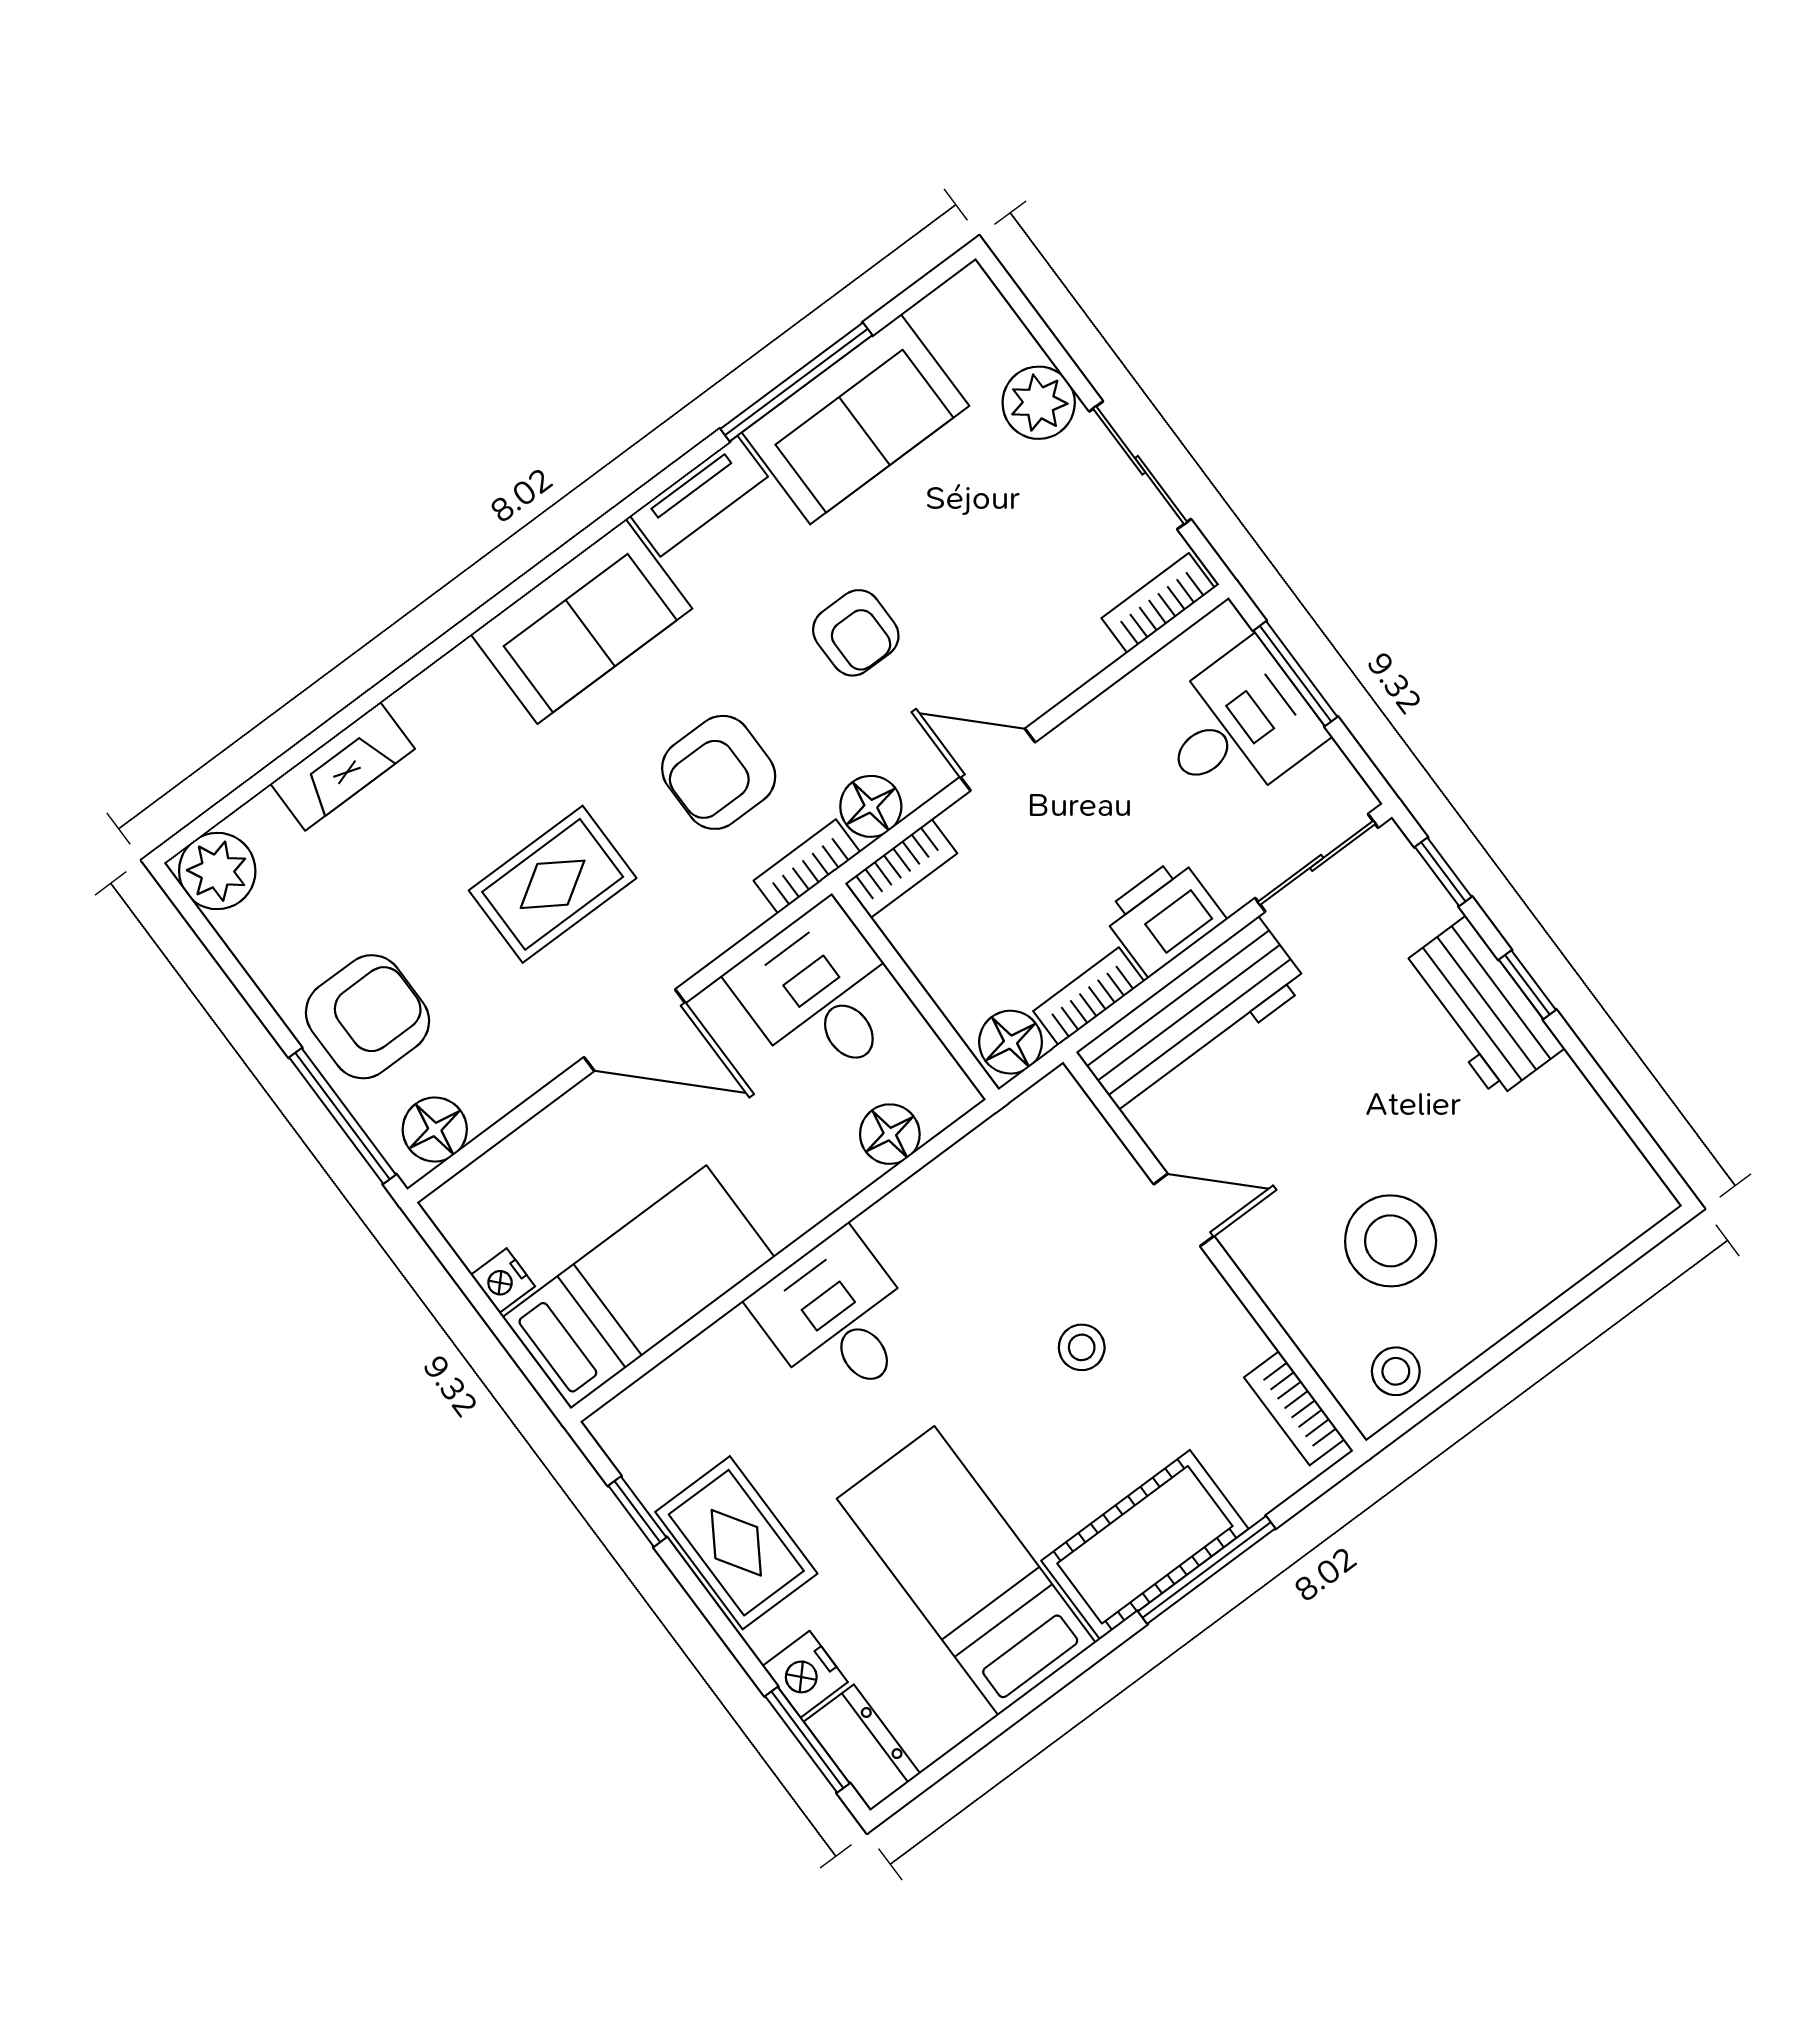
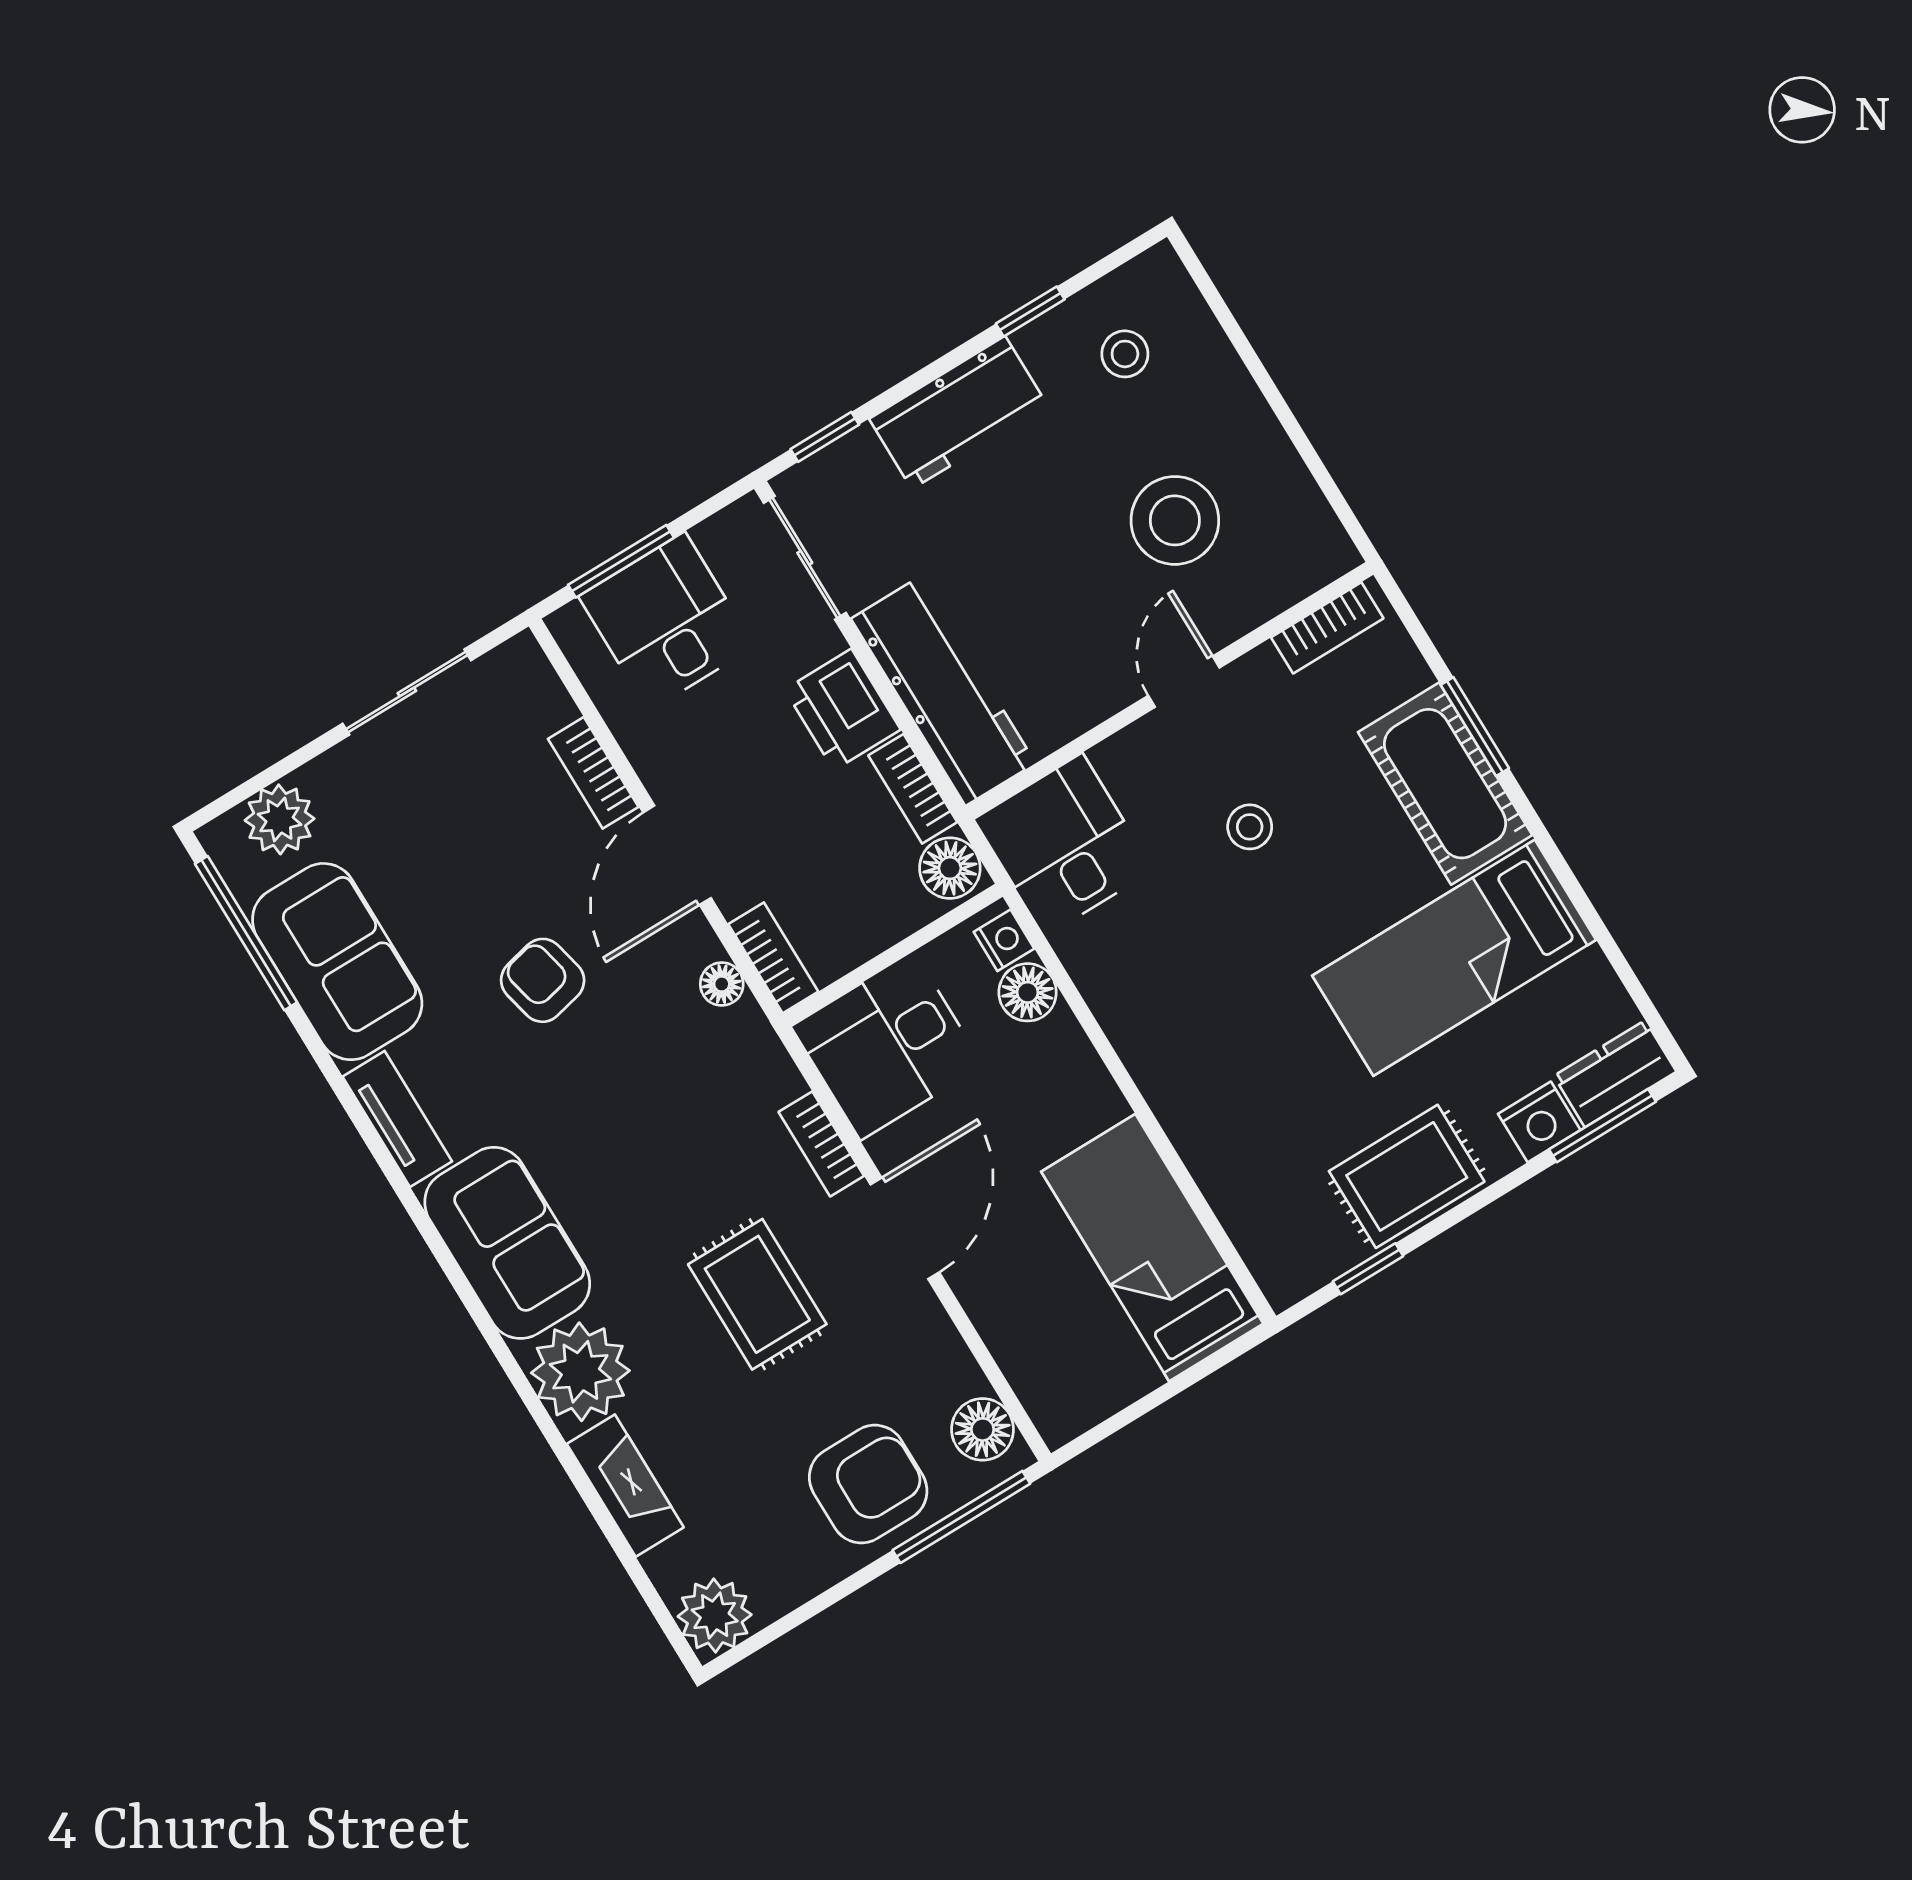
window: (796, 382) -> (246, 933), moved
plant: (1039, 403) -> (280, 819), moved
bookcase: (1158, 603) -> (593, 773), moved
armchair: (856, 633) -> (543, 980), turned -103
plant: (456, 709) -> (580, 1372), added
door: (998, 760) -> (677, 855), width x1.37
armchair: (719, 772) -> (665, 1125), removed
floor lamp: (871, 806) -> (722, 984), width x0.73, depth x0.73
bookcase: (807, 866) -> (821, 1144), moved
window: (1527, 985) -> (1030, 311), moved
armchair: (367, 1017) -> (868, 1484), turned 90
door: (1184, 1210) -> (1184, 682), moved
nightstand: (503, 1281) -> (1004, 940), moved, turned -90
desk: (838, 1319) -> (1064, 845), moved, turned 90
stool: (1396, 1371) -> (1125, 354), moved
window: (1207, 1570) -> (1475, 727), width x0.69

